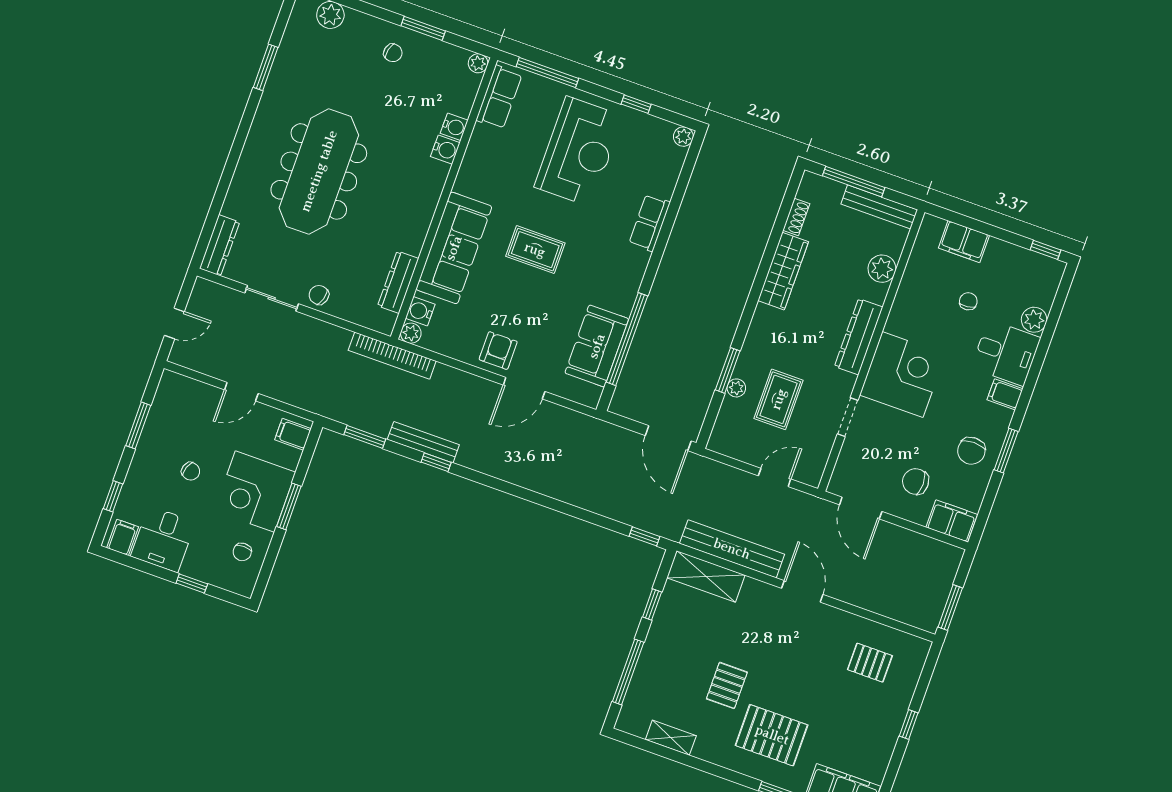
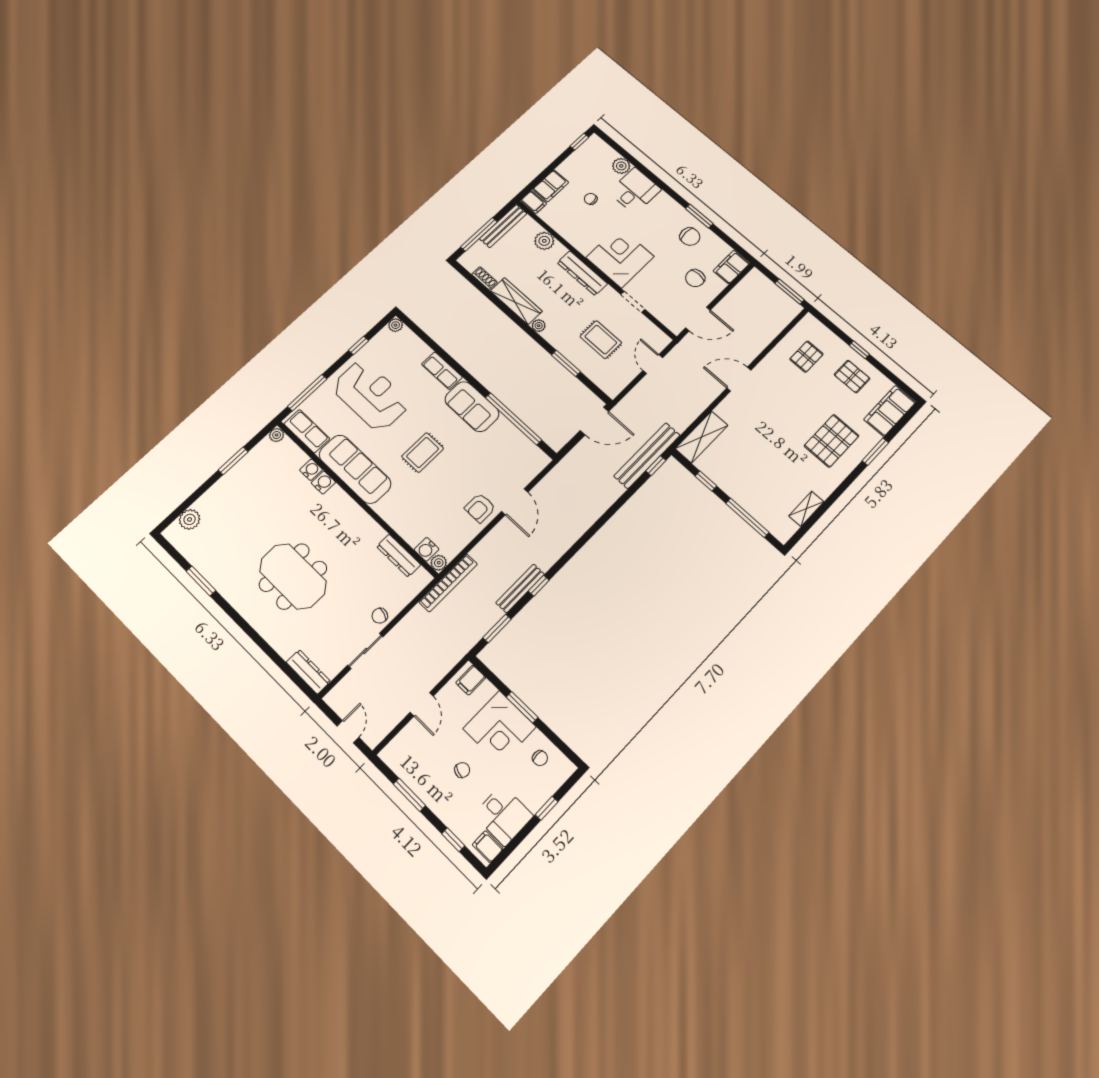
chair: (393, 53) -> (239, 489), removed
meeting table: (319, 171) -> (293, 576), width x0.73
sofa: (454, 248) -> (355, 469), moved
sofa: (597, 346) -> (472, 407), moved
armchair: (498, 351) -> (480, 508), turned -90
plant: (736, 388) -> (539, 326), moved
filing cabinet: (1005, 394) -> (534, 202), moved, turned -90
bench: (732, 549) -> (647, 456), moved
pallet: (727, 685) -> (852, 377), moved

